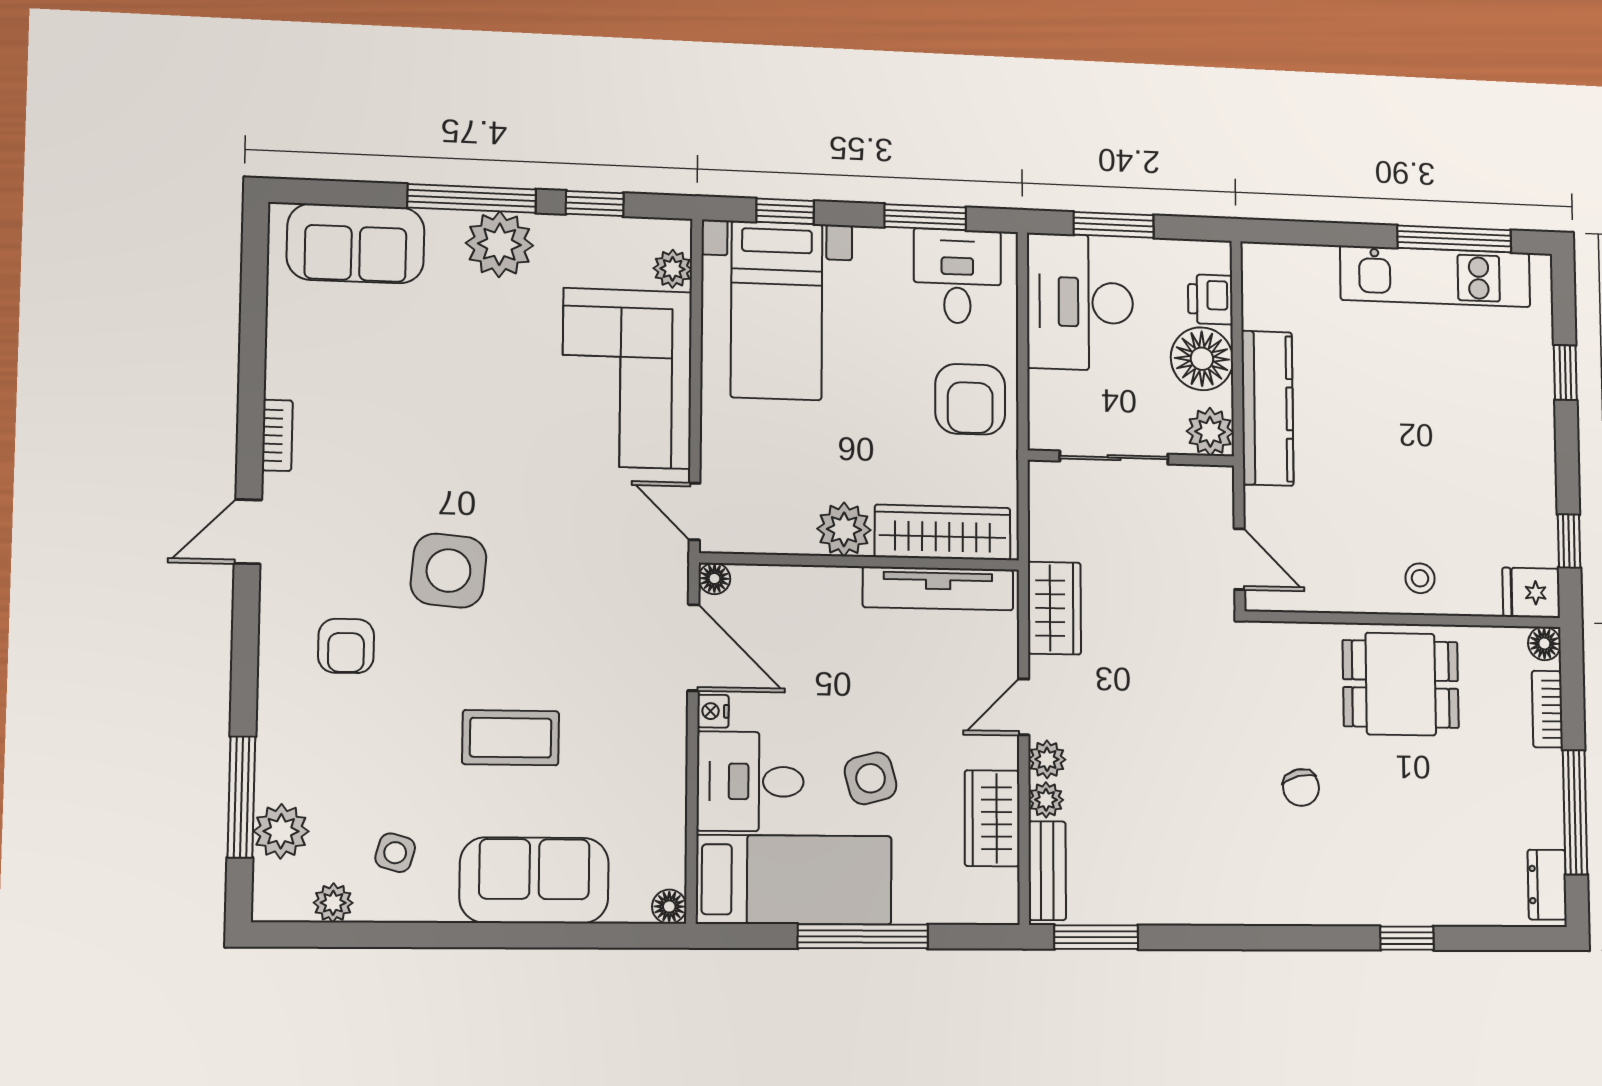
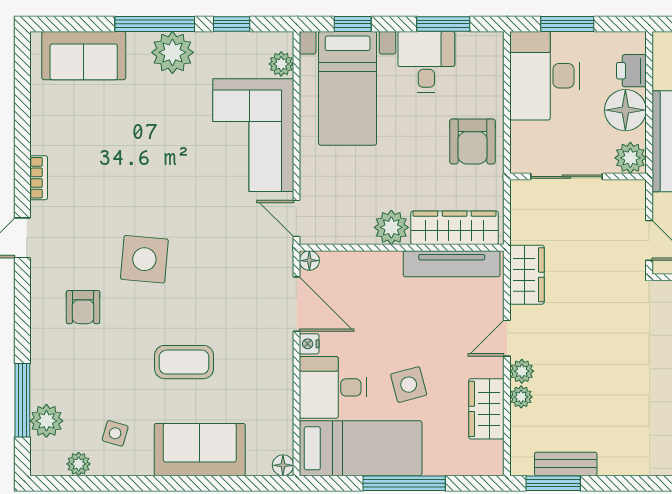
desk: (957, 276) -> (426, 62), moved
bench: (1047, 871) -> (566, 464), moved, turned 90

